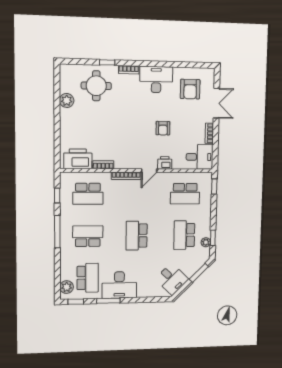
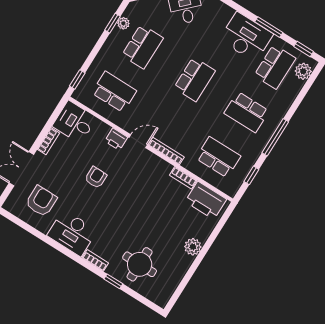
plant: (67, 101) -> (193, 247), moved
school desk: (88, 278) -> (275, 67), turned 180

